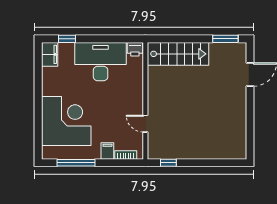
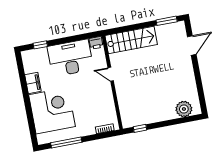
filing cabinet: (50, 54) -> (33, 83), moved
door: (145, 124) -> (111, 74), moved
plant: (226, 149) -> (184, 109), added
filing cabinet: (107, 151) -> (90, 128), removed

